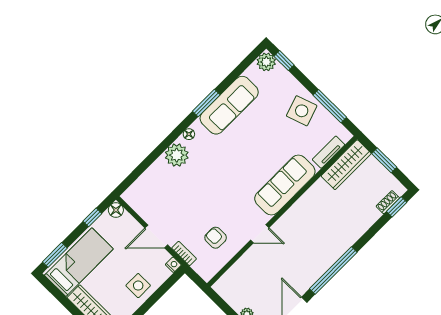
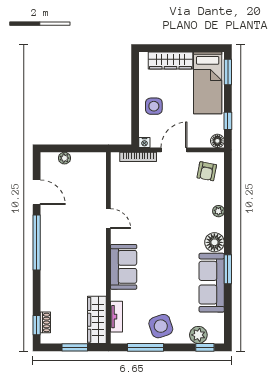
plant: (266, 62) -> (198, 335), moved
floor lamp: (189, 134) -> (214, 242), width x1.89, depth x1.89
plant: (177, 155) -> (218, 211), width x0.53, depth x0.53
sofa: (285, 185) -> (124, 267), width x0.73
door: (260, 234) -> (108, 219), swing flipped
armchair: (216, 238) -> (207, 171), moved, turned 101
bookcase: (184, 253) -> (138, 157), width x1.56

